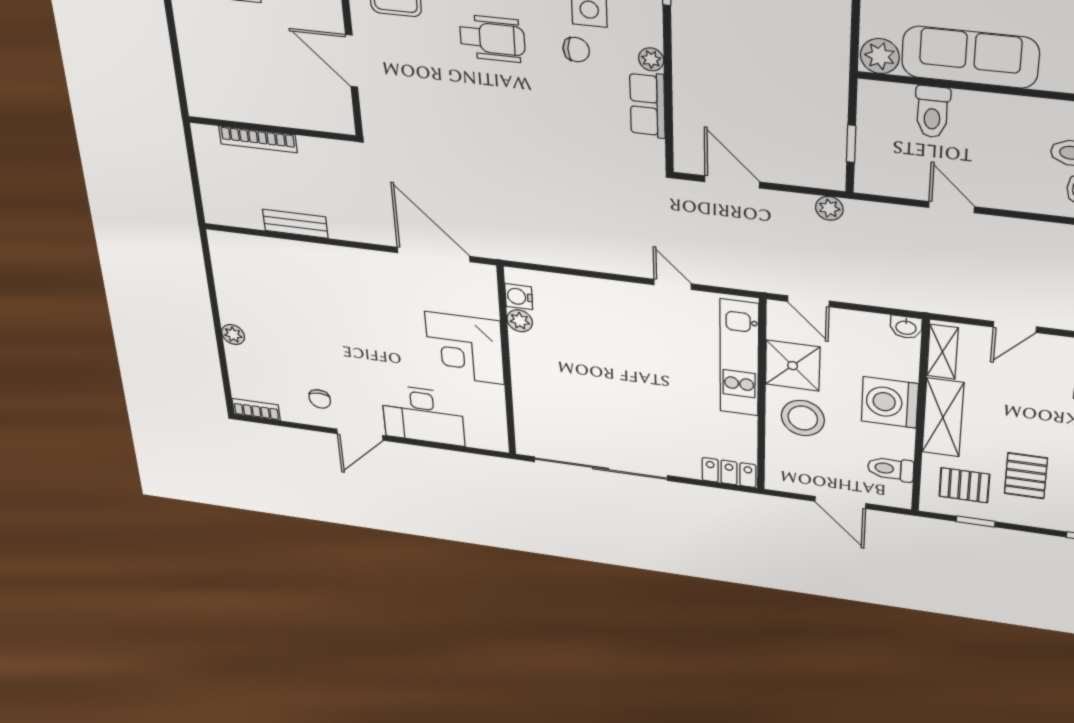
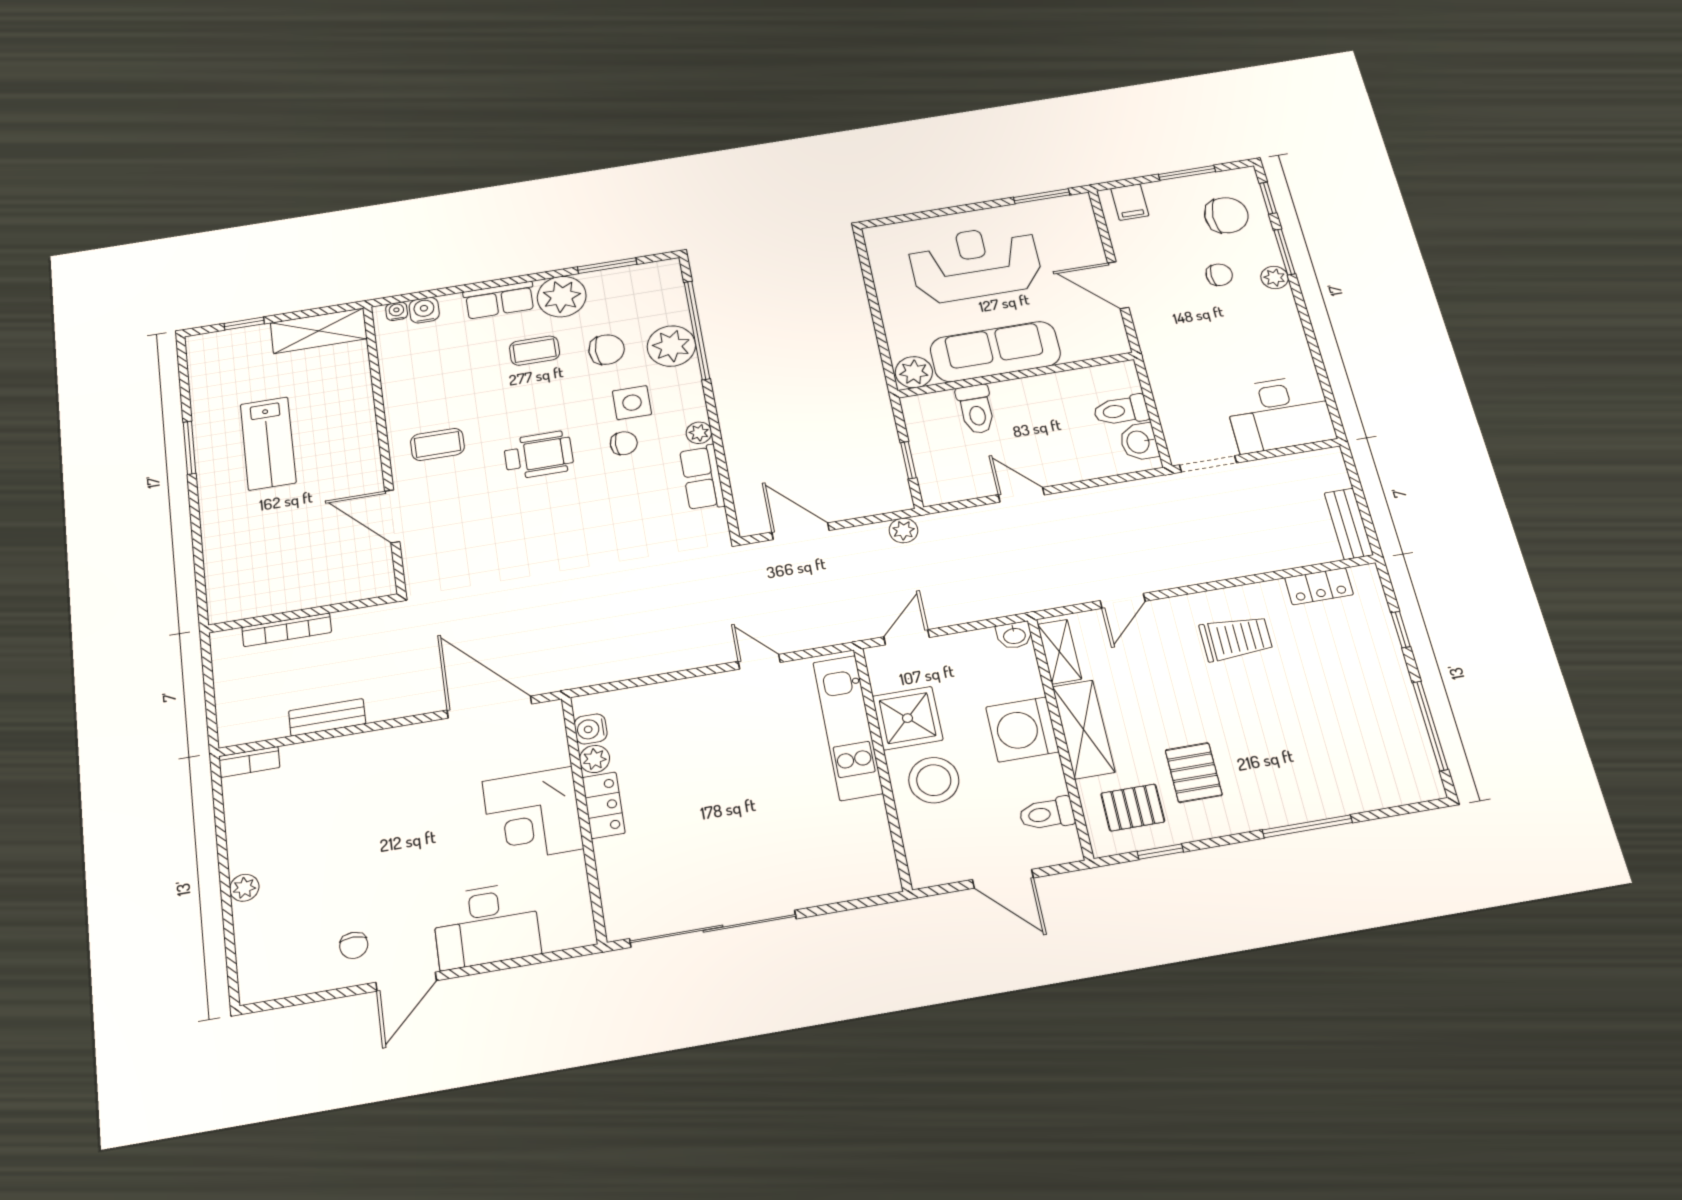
door: (808, 301) -> (907, 637), swing flipped
bookcase: (256, 410) -> (249, 762), moved, turned 180
locker: (729, 472) -> (604, 805), moved, turned 90

